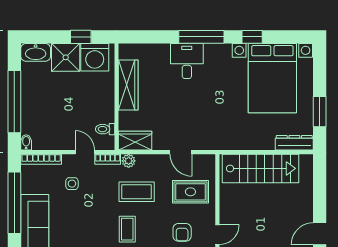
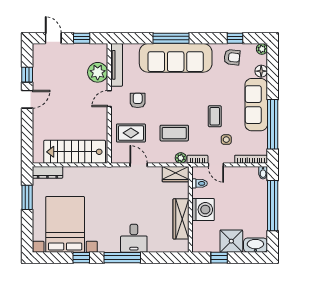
washing machine: (95, 57) -> (203, 210), moved, turned 90
coffee table: (127, 229) -> (215, 116), moved

